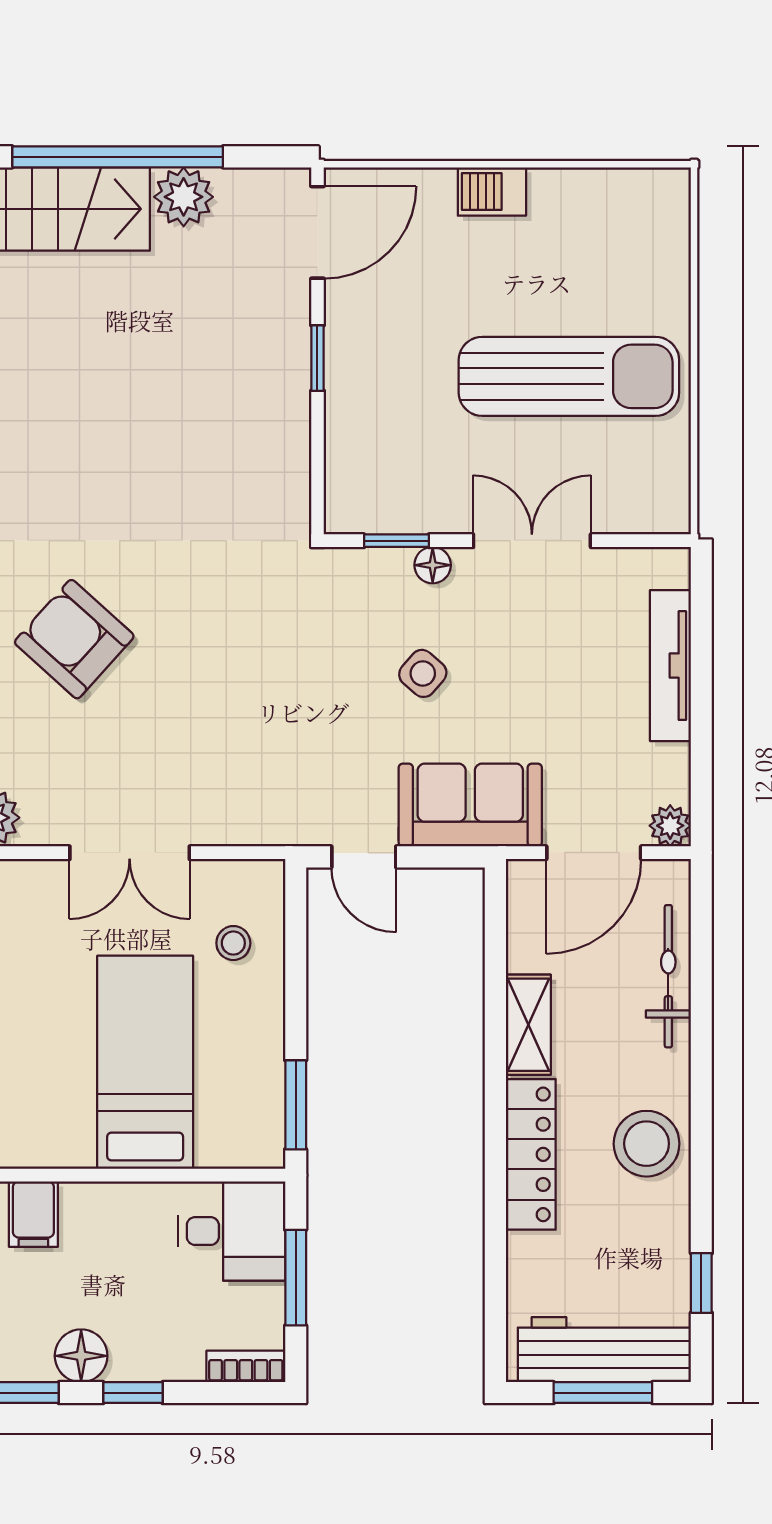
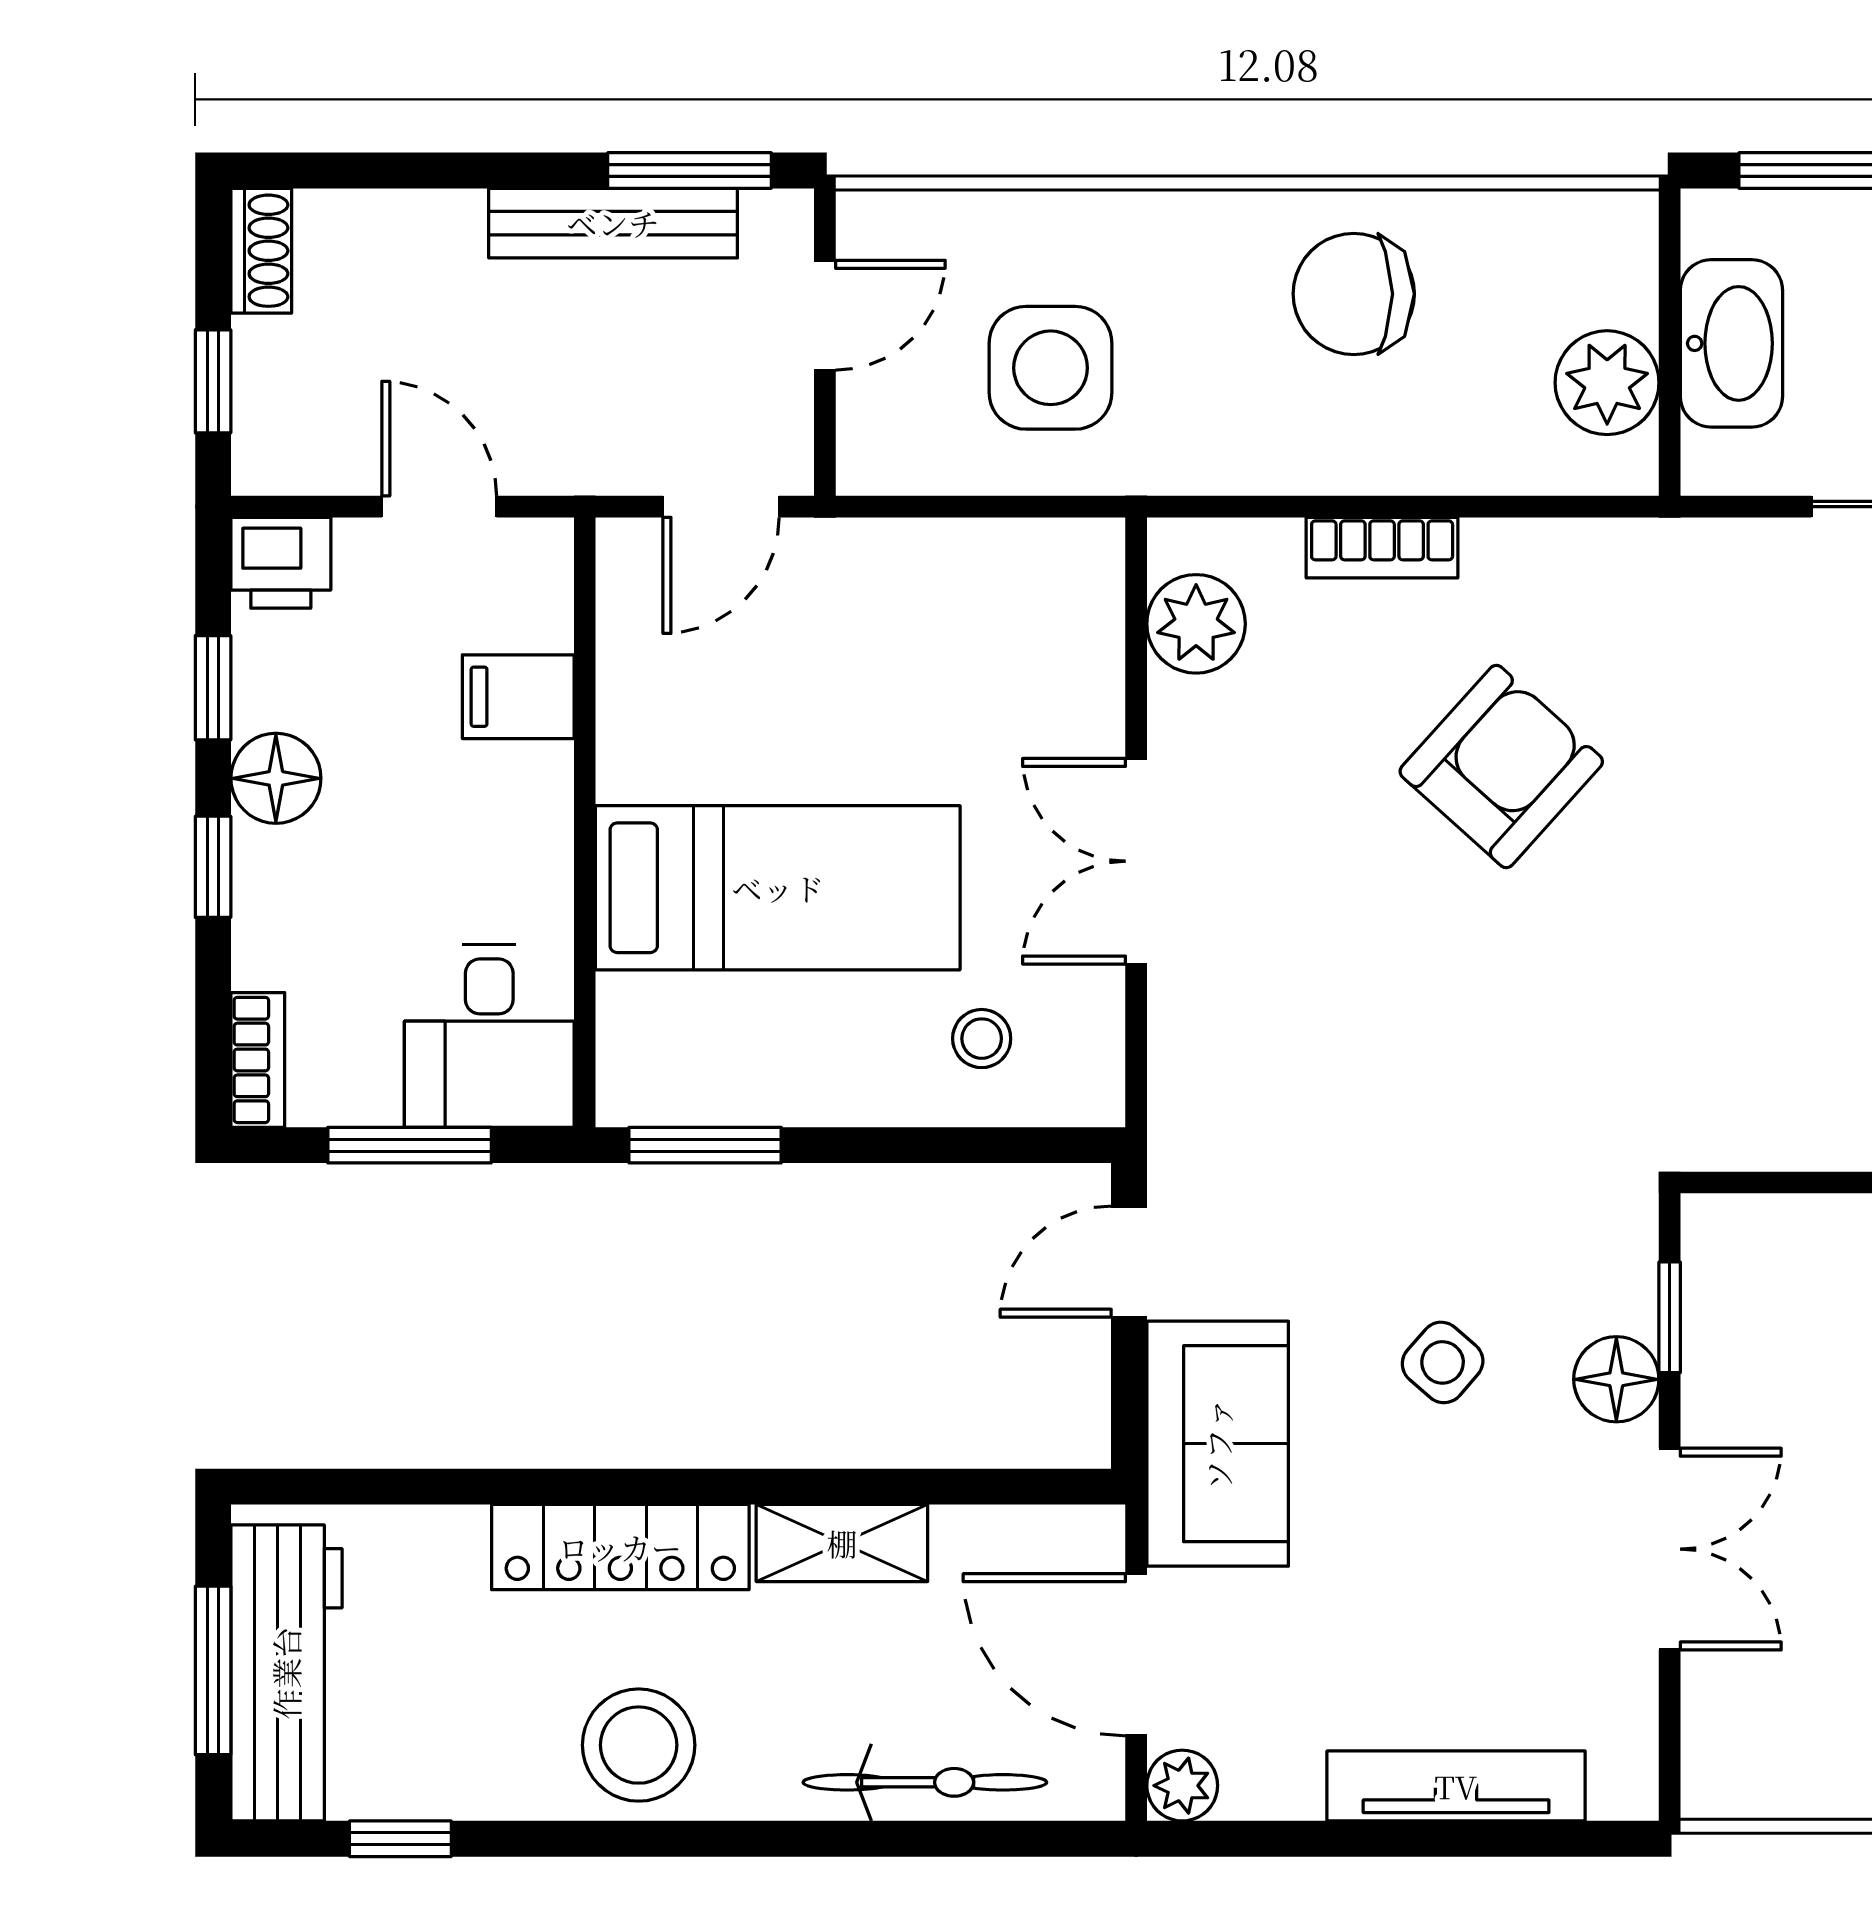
floor lamp: (433, 565) -> (1616, 1379), width x1.37, depth x1.37

